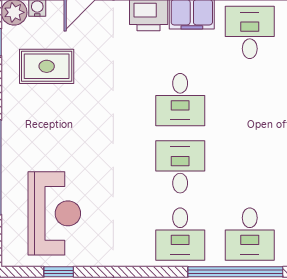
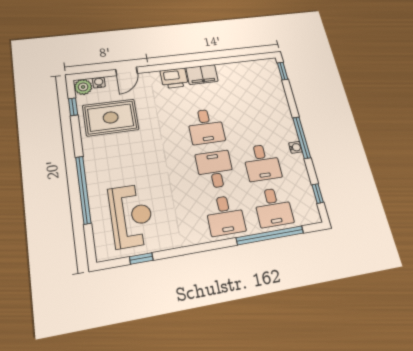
desk: (250, 32) -> (262, 162), moved, turned 180
rug: (47, 66) -> (111, 117), width x1.36, depth x1.43

